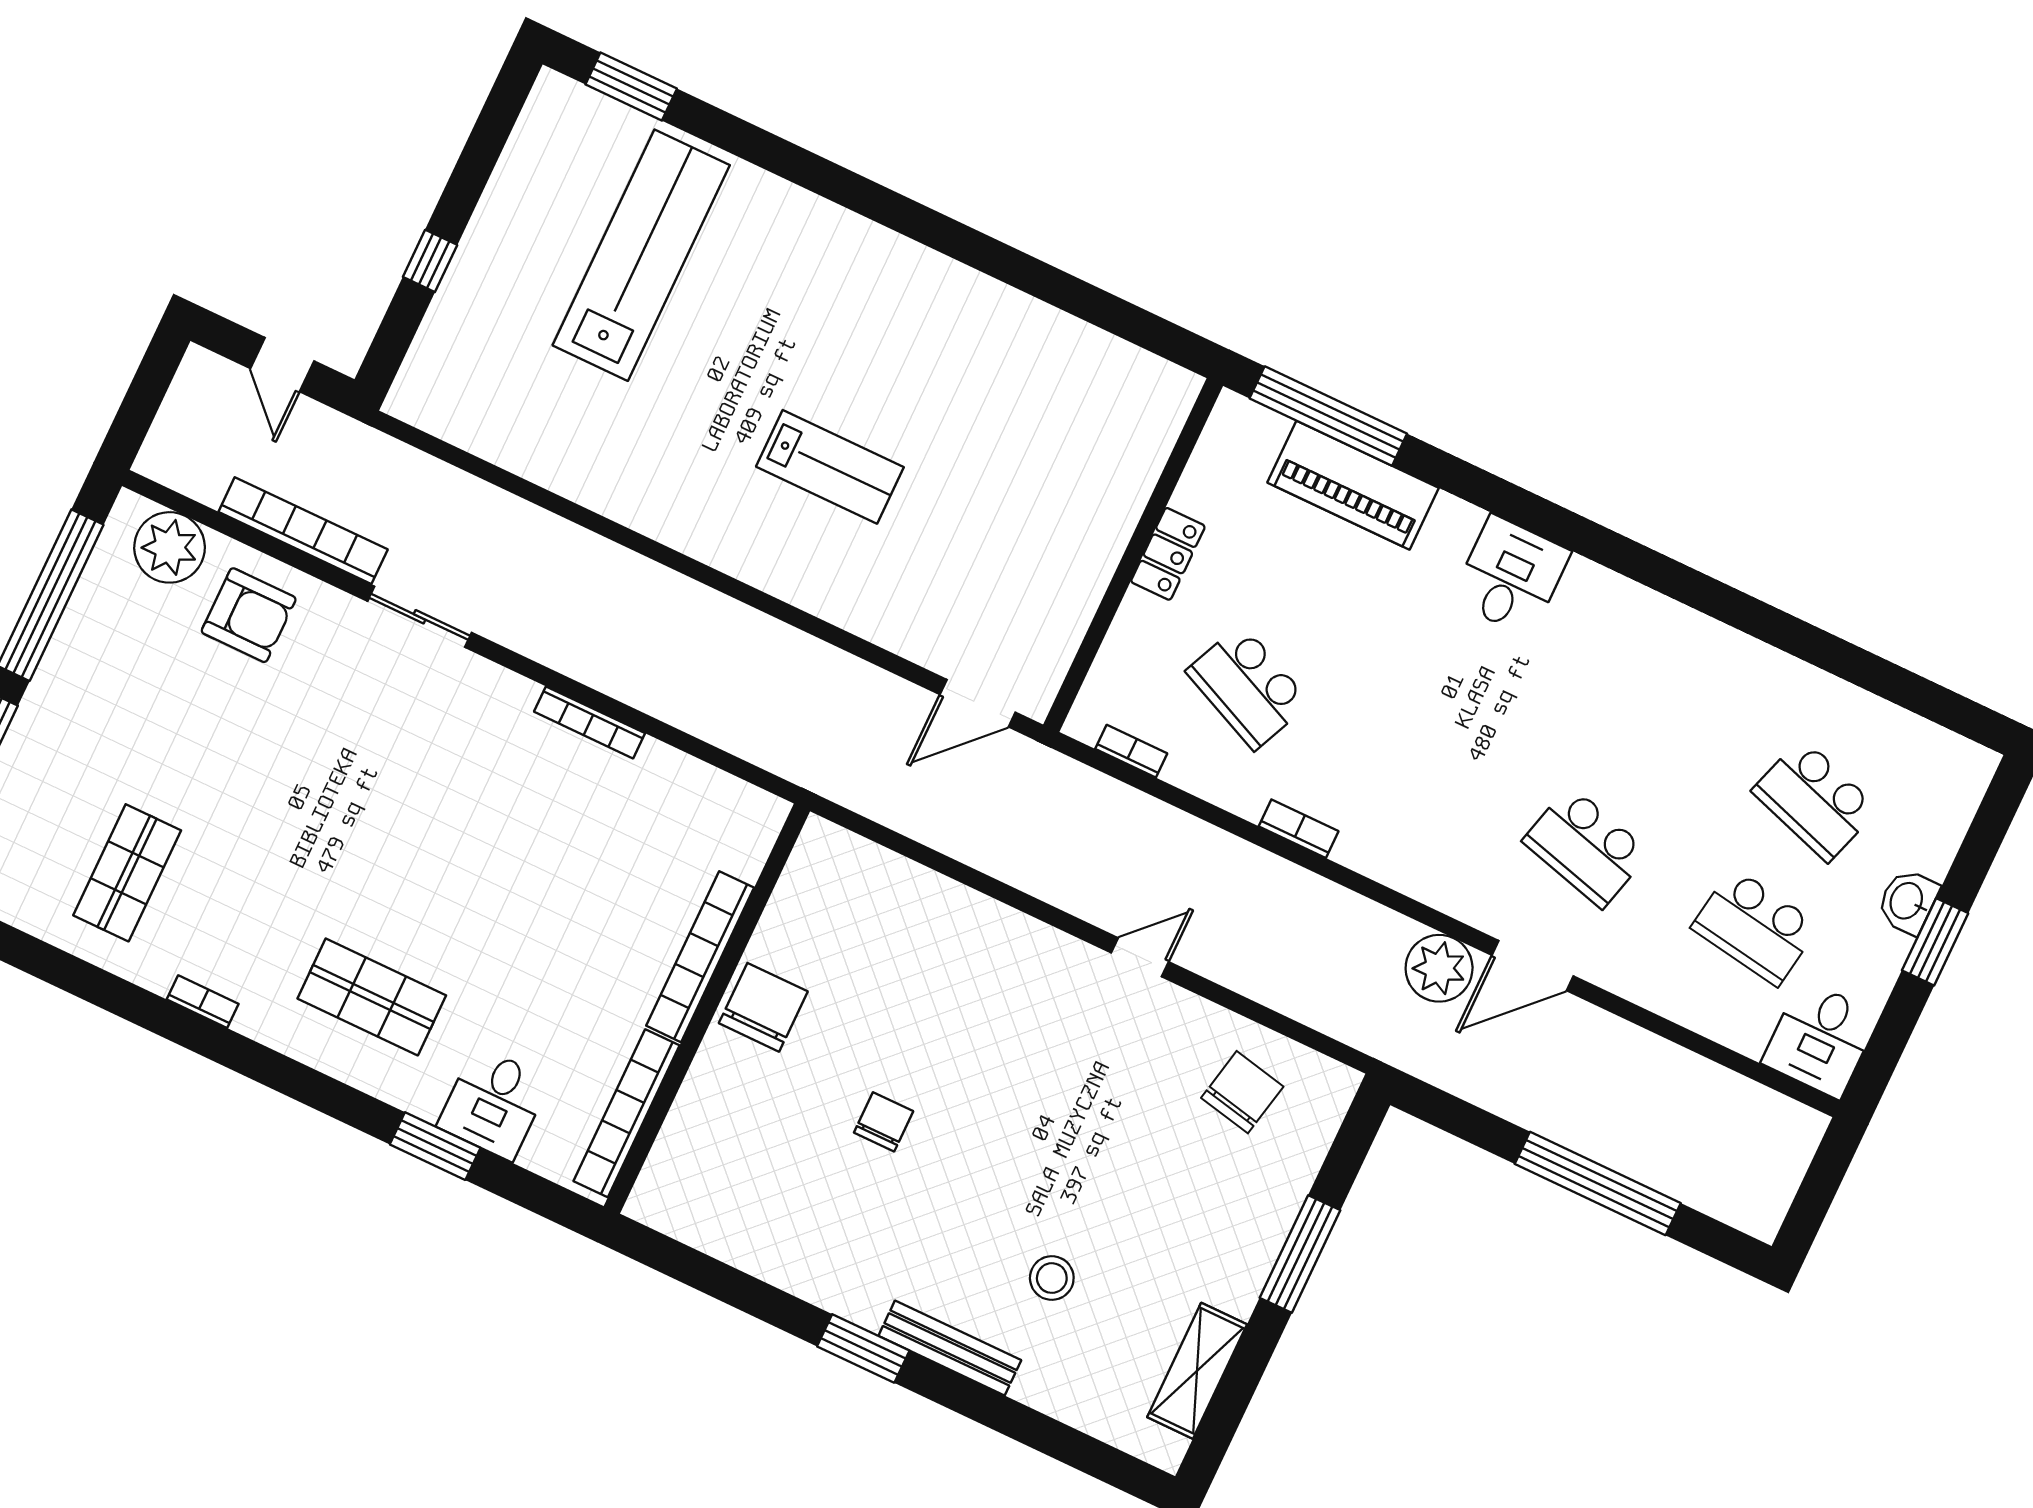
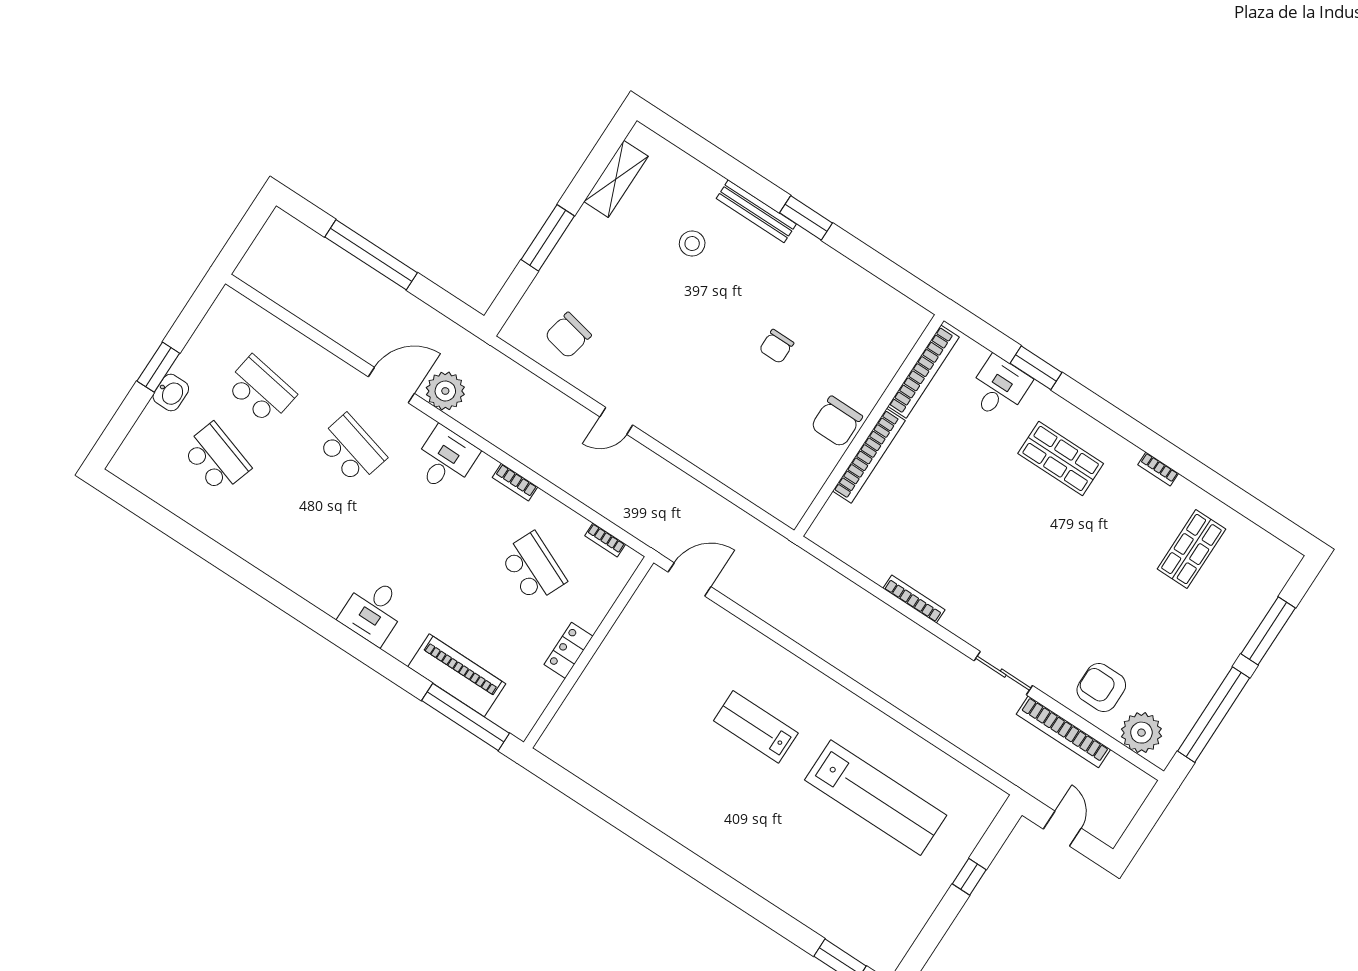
lab bench: (641, 255) -> (876, 798), moved, turned -90
desk: (1820, 1039) -> (445, 460), moved

